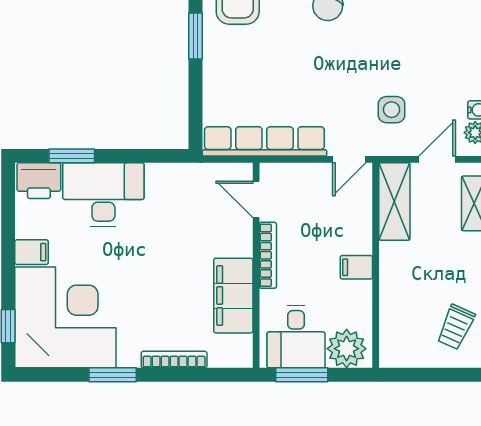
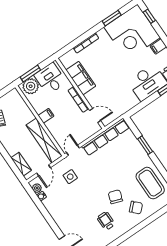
window: (195, 36) -> (145, 145), moved
shelving: (394, 201) -> (44, 140), width x1.47
window: (113, 375) -> (112, 18), moved
window: (302, 375) -> (30, 74), moved

